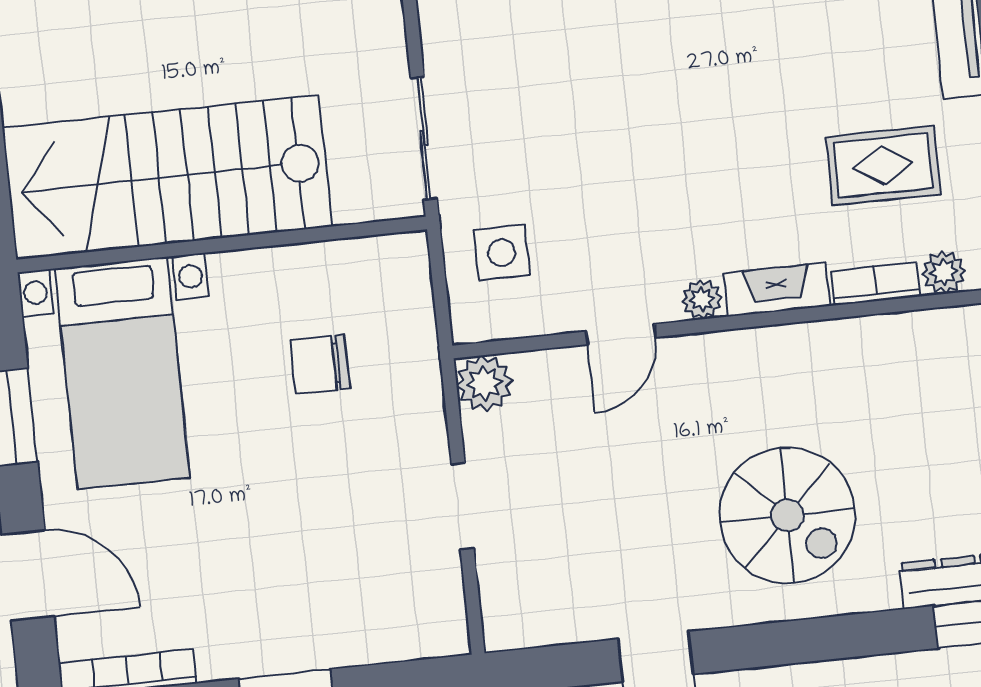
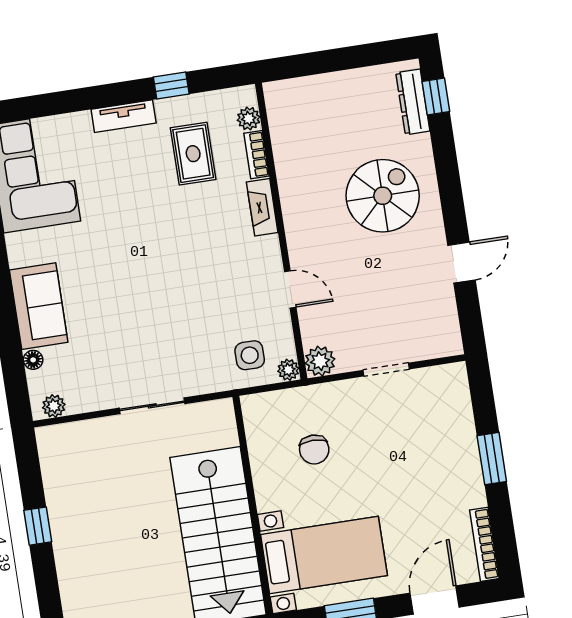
sliding door: (424, 138) -> (152, 406), moved
plant: (702, 299) -> (288, 370), moved

